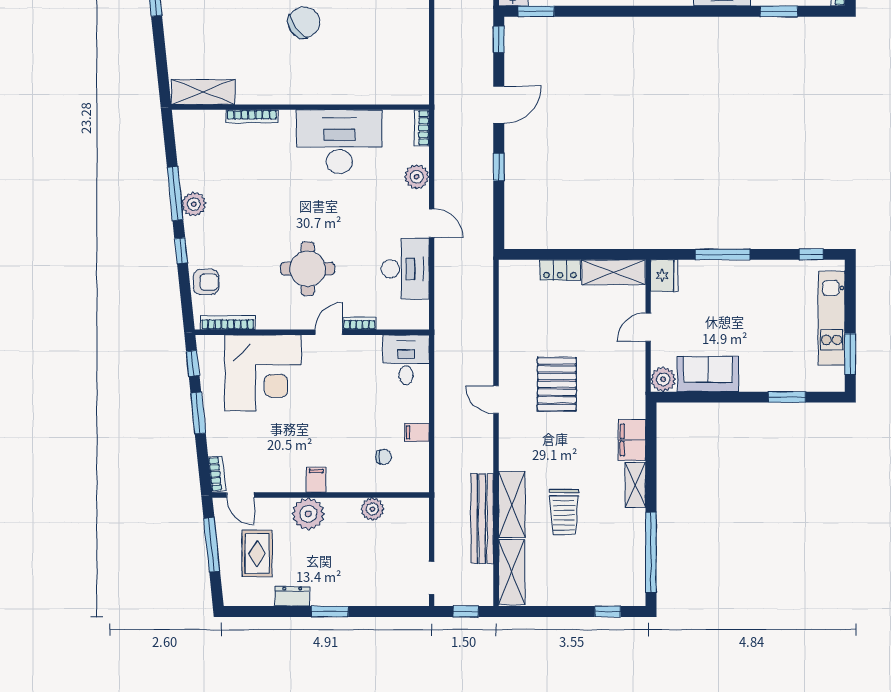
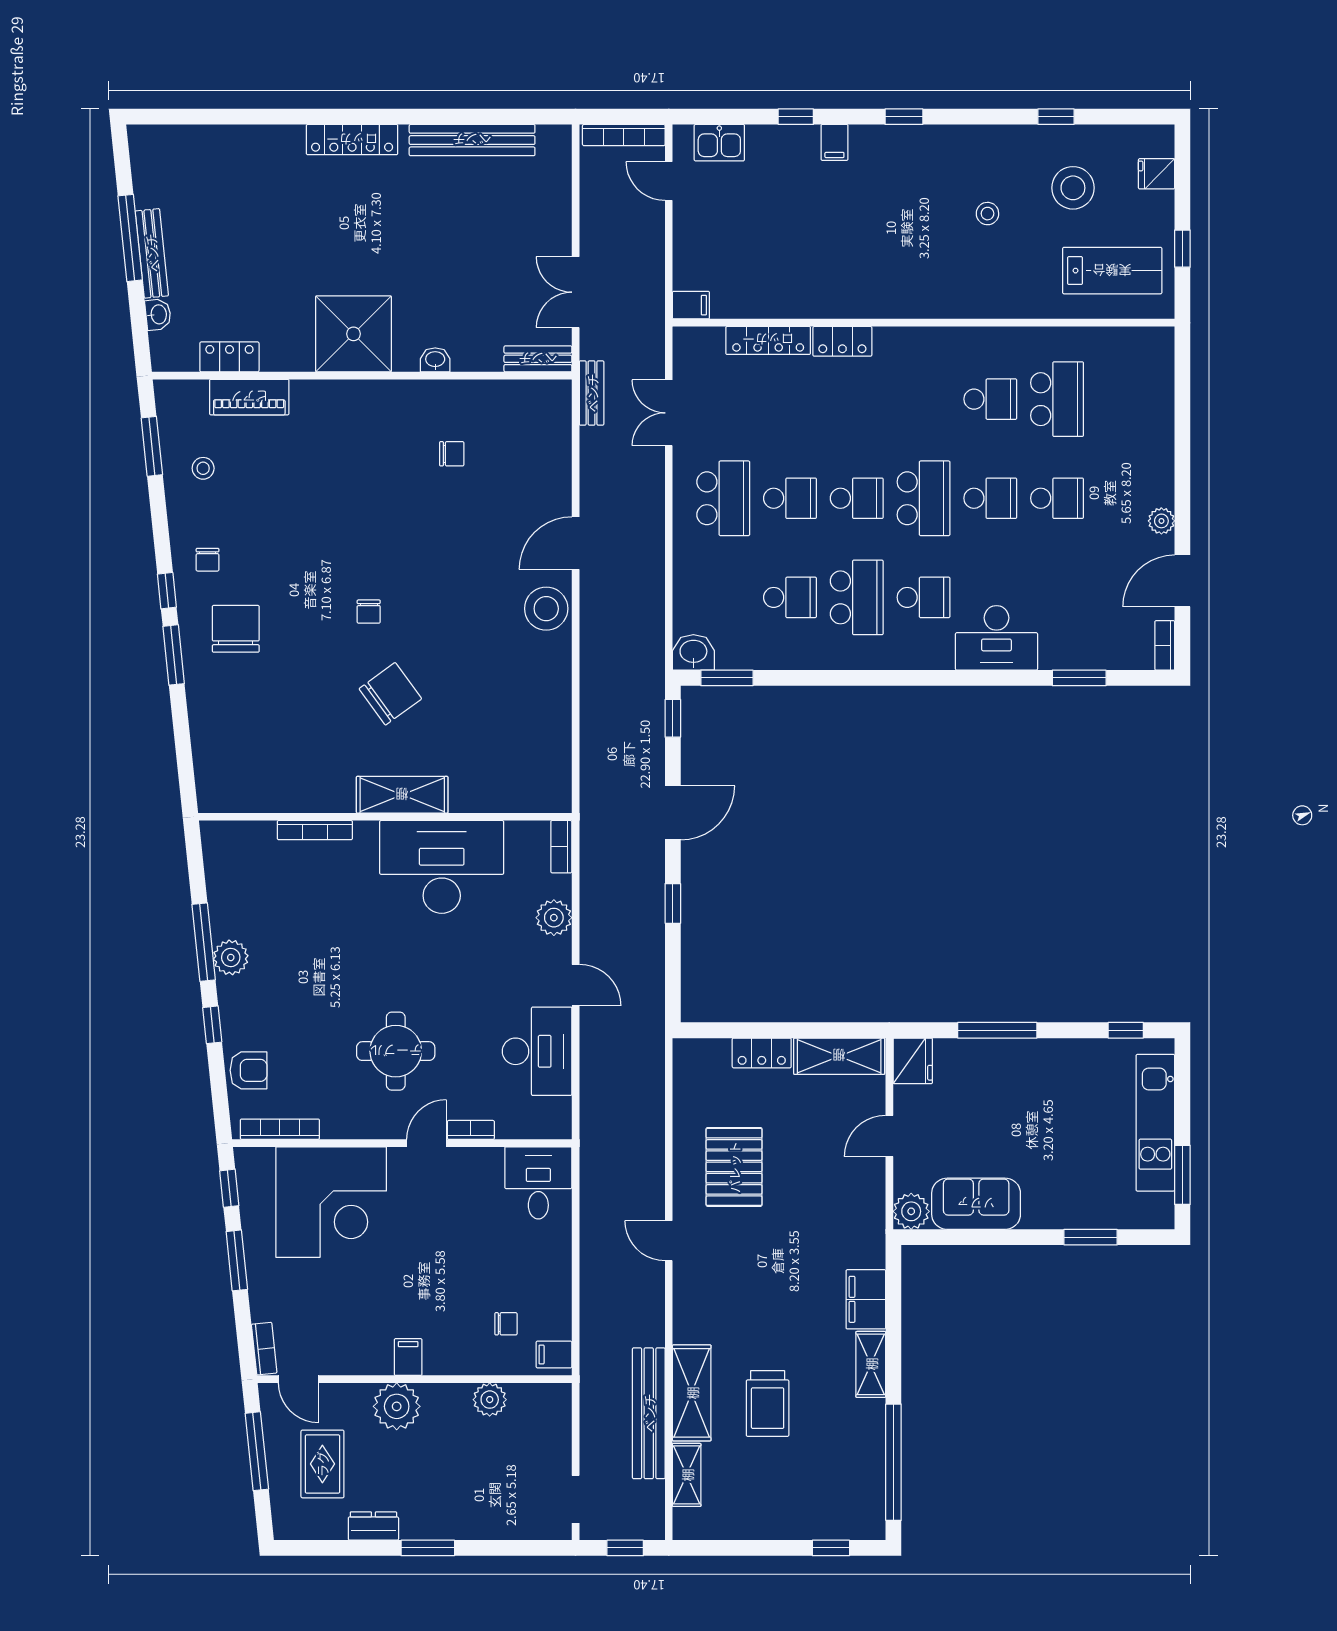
shelving: (203, 92) -> (402, 795), moved
pallet: (557, 384) -> (734, 1167), moved
filing cabinet: (417, 432) -> (554, 1354), moved
shelving: (512, 572) -> (687, 1475), width x0.67, depth x0.75

